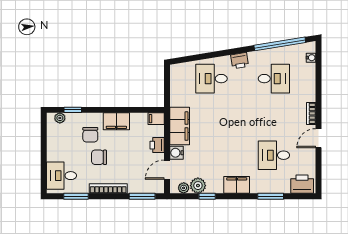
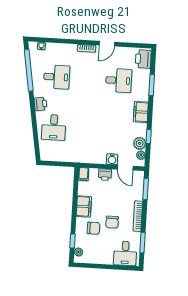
desk: (274, 79) -> (57, 77), turned 90
filing cabinet: (180, 126) -> (91, 155), removed
door: (318, 138) -> (107, 44), hinge flipped
desk: (274, 155) -> (119, 80), turned -90

